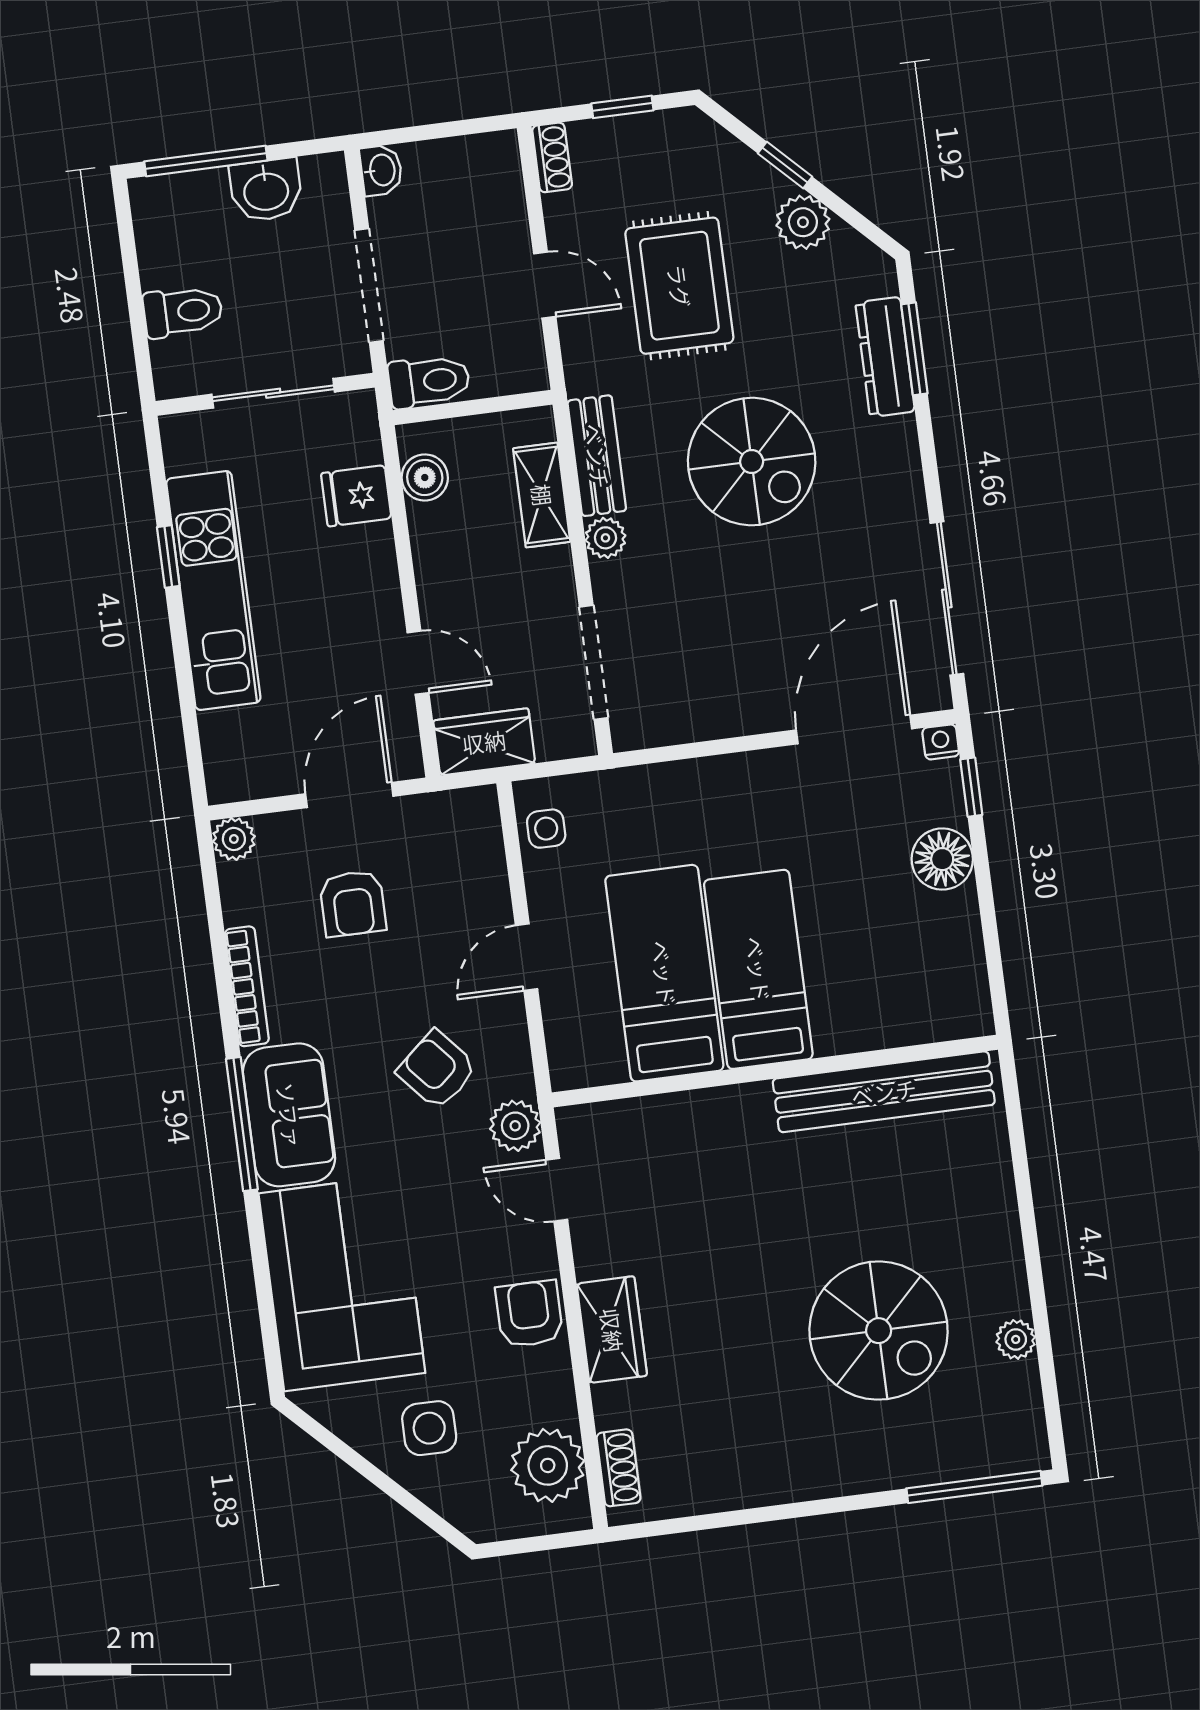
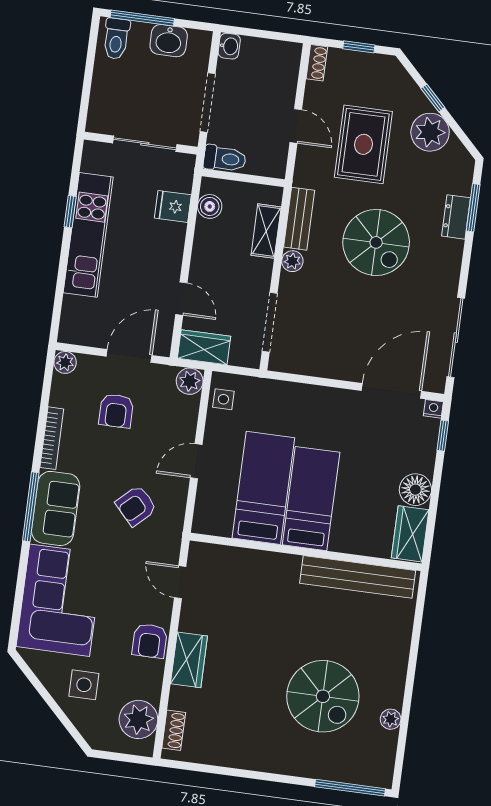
plant: (803, 222) -> (430, 132), width x1.36, depth x1.36
toilet: (183, 312) -> (116, 39), moved, turned 90
dresser: (885, 357) -> (456, 217), width x0.70
floor lamp: (942, 859) -> (415, 490), moved
wardrobe: (960, 985) -> (410, 534), added
armchair: (437, 1070) -> (136, 506), turned -92
plant: (515, 1126) -> (190, 381), moved
armchair: (529, 1314) -> (150, 641), turned 180

